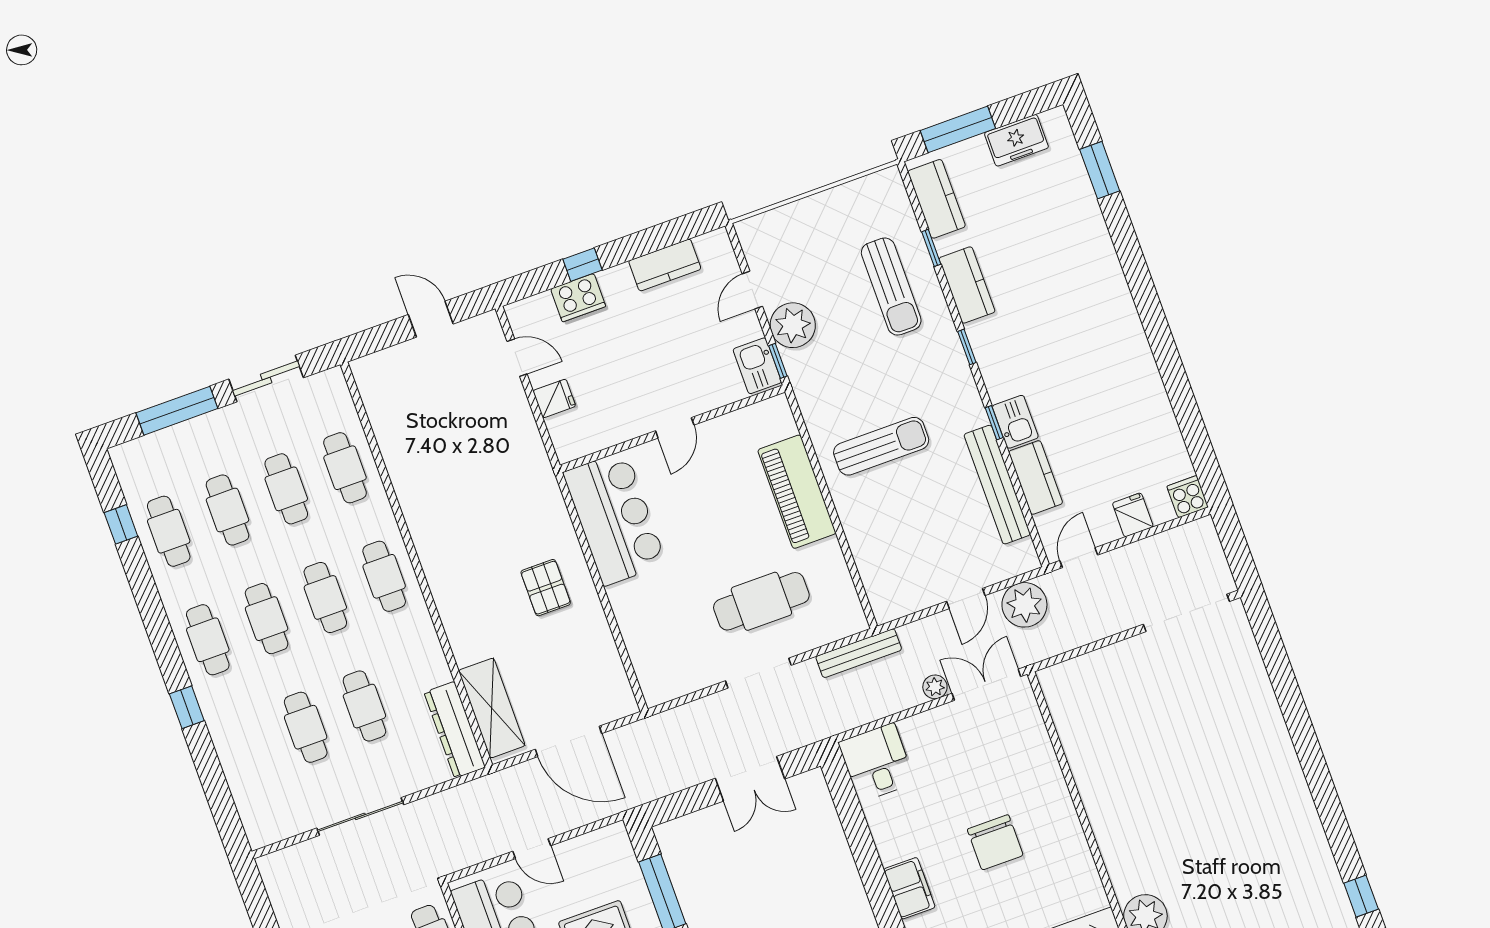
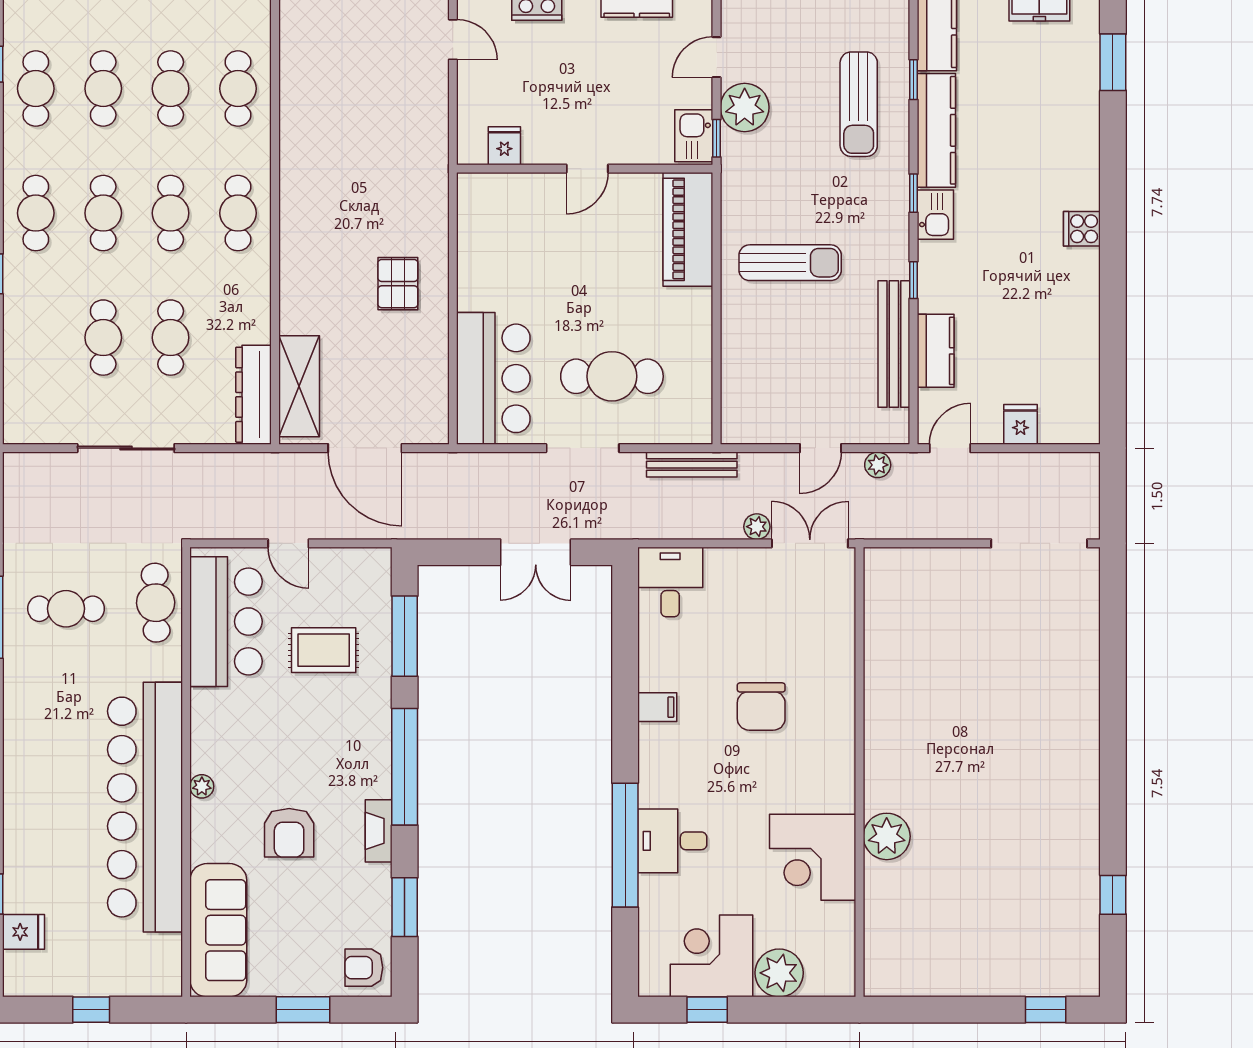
kitchen counter: (967, 285) -> (936, 130), width x1.50
fridge: (554, 398) -> (504, 146), moved, turned -90
kitchen sink: (1015, 422) -> (935, 215), moved
piano: (797, 492) -> (688, 229), moved
cooker: (1188, 497) -> (1082, 229), moved, turned -90
bar counter: (615, 518) -> (493, 378), moved
plant: (1024, 605) -> (878, 465), width x0.53, depth x0.53
filing cabinet: (909, 888) -> (657, 707), width x0.50

